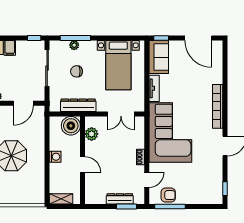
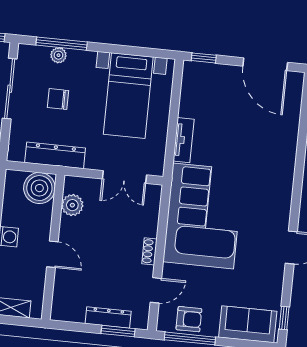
sofa: (159, 57) -> (248, 324), moved, turned -90
bookcase: (218, 106) -> (286, 181), removed

